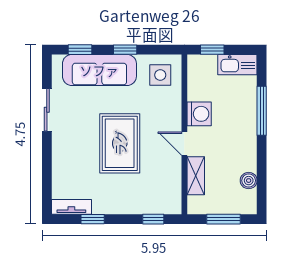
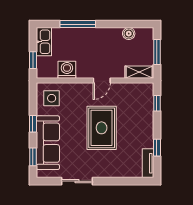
washing machine: (199, 114) -> (67, 70), moved
rug: (120, 143) -> (102, 128), turned 90
shelving: (196, 176) -> (139, 72), moved

